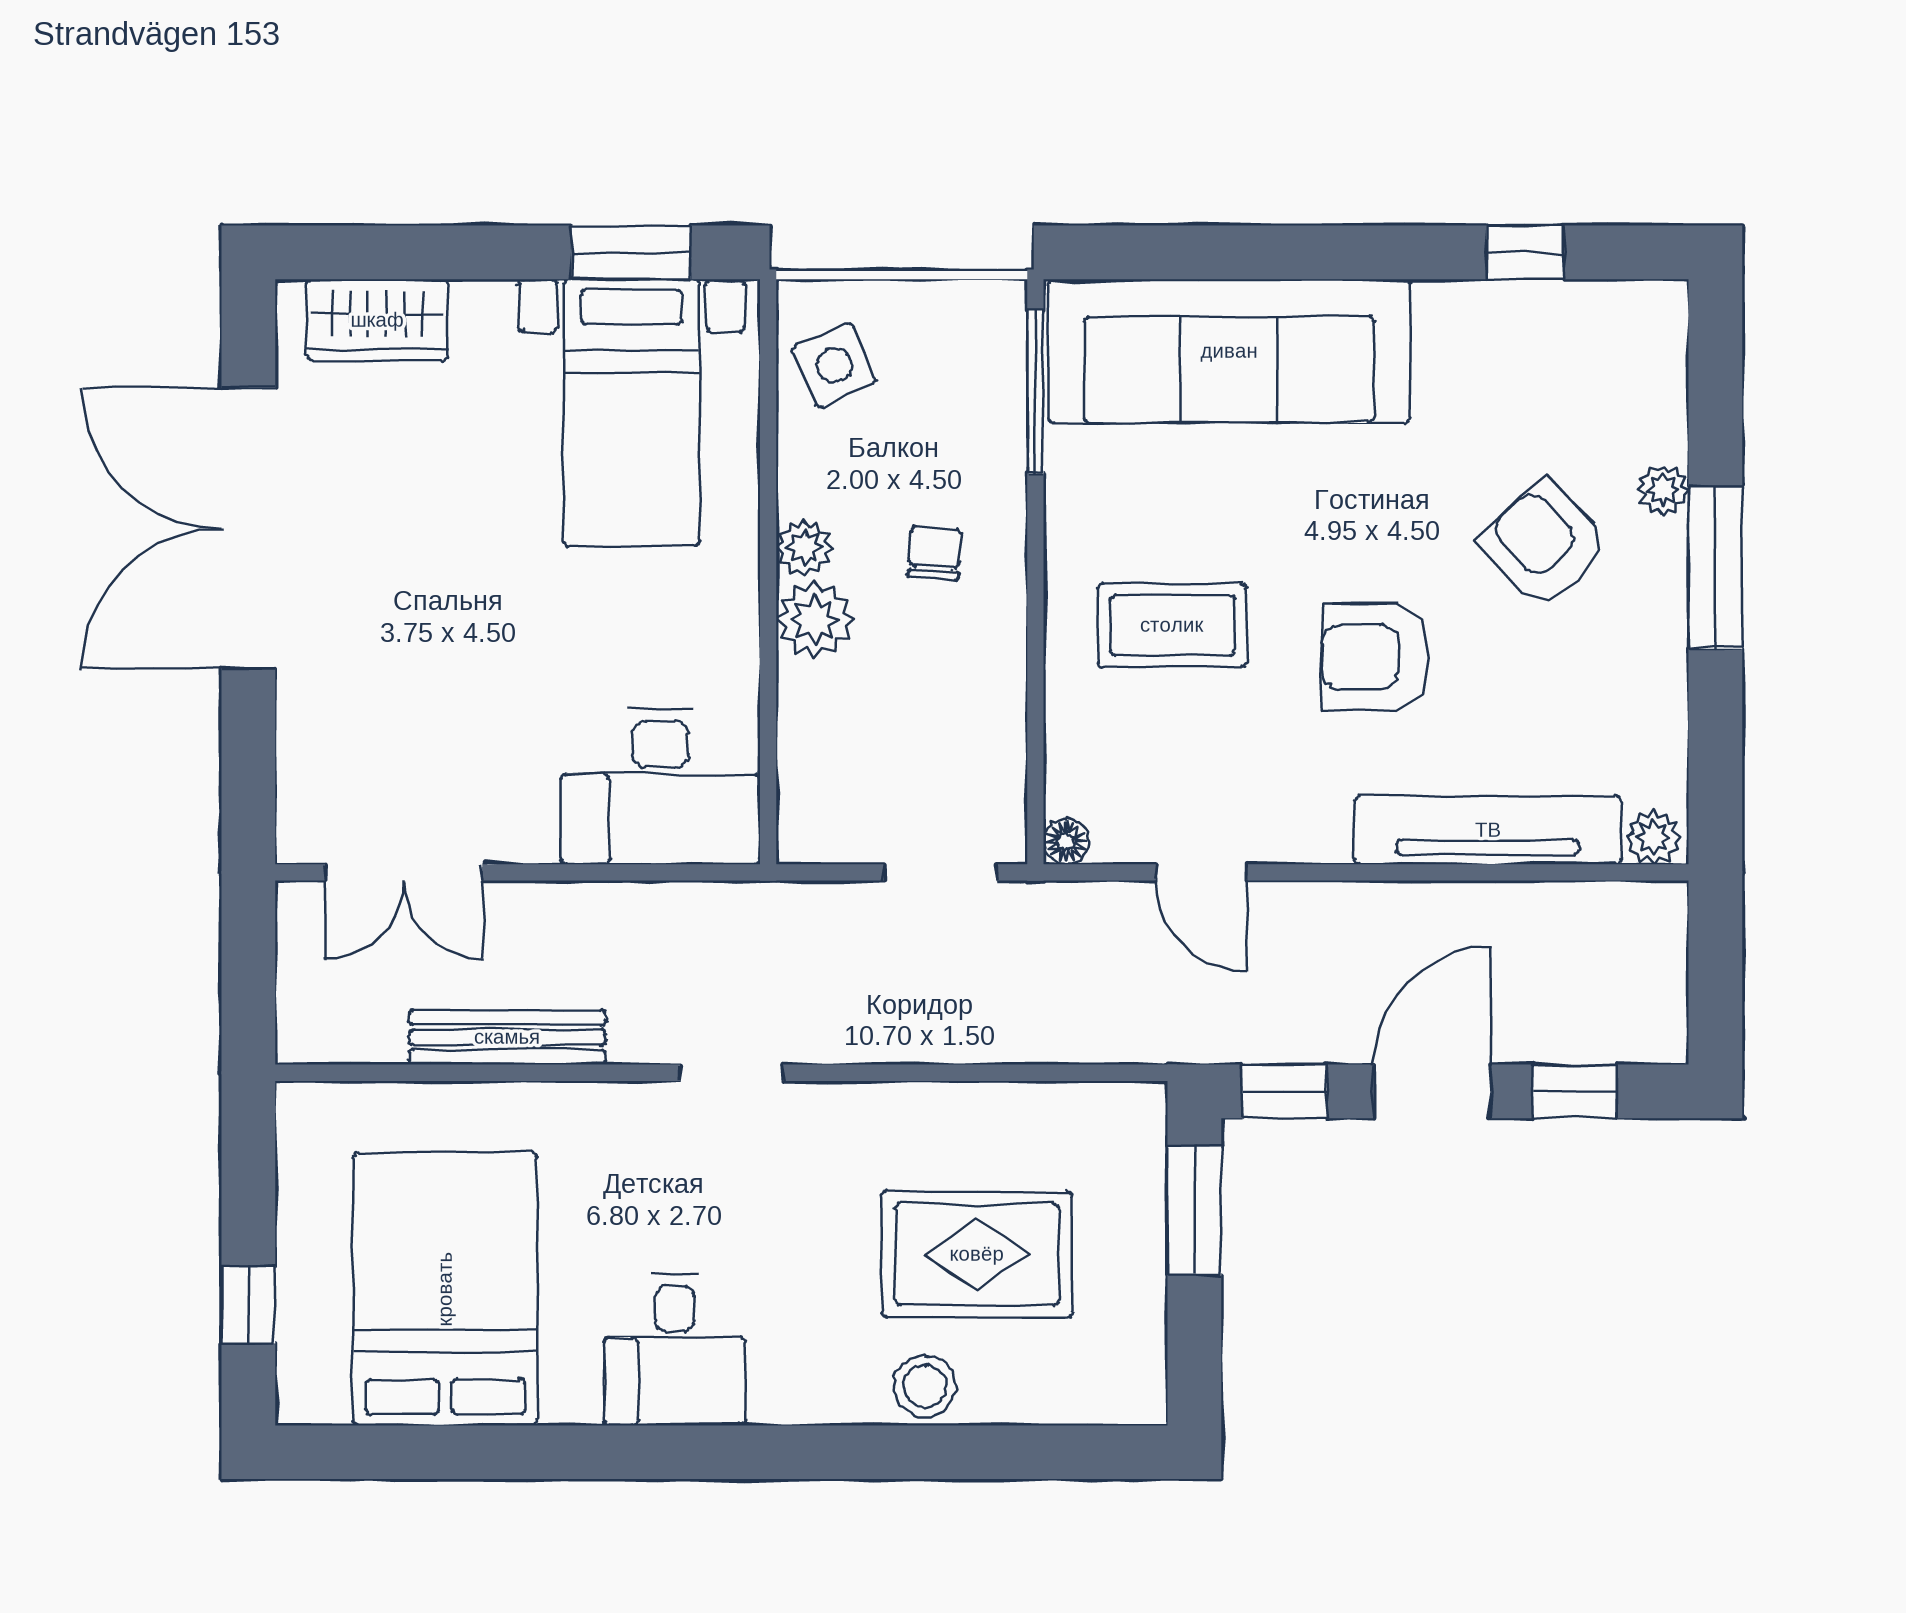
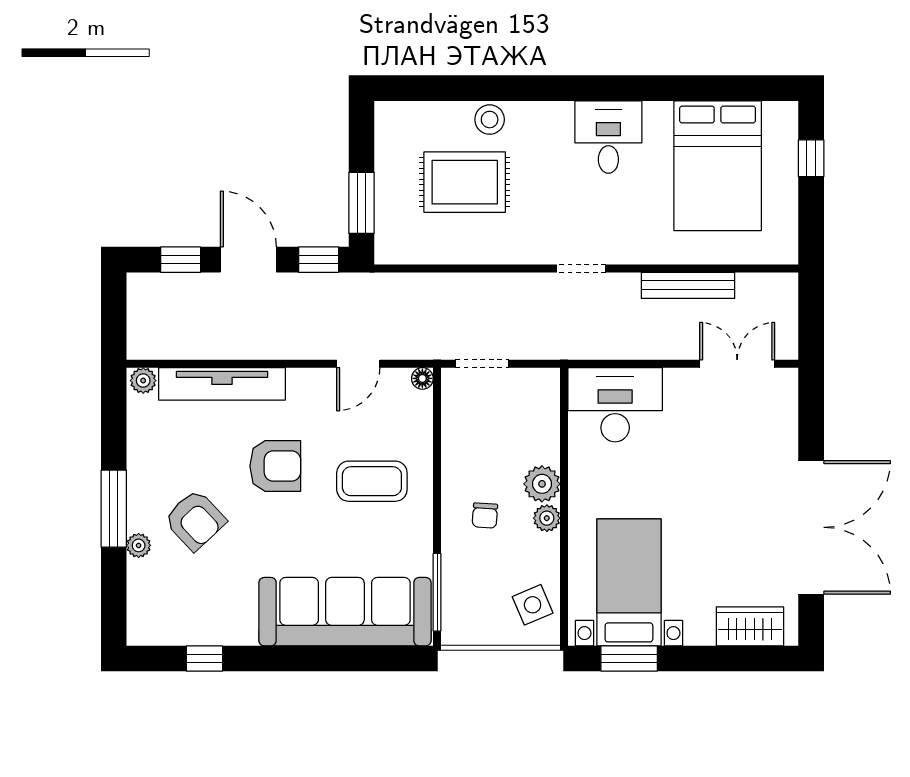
door: (1201, 872) -> (358, 364), swing flipped
door: (1432, 1091) -> (248, 260), swing flipped

